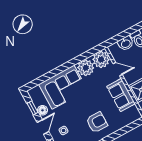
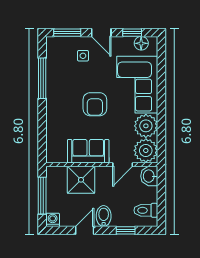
washbasin: (126, 43) -> (149, 176), moved
floor lamp: (42, 110) -> (141, 43), moved
armchair: (97, 122) -> (95, 104), moved

